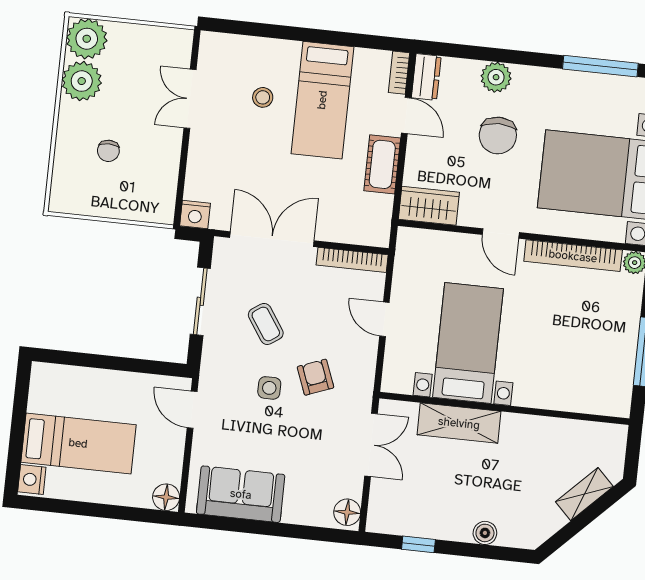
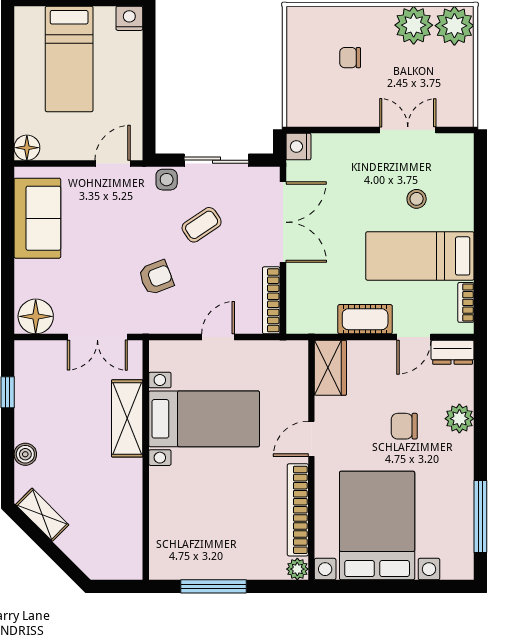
bookcase: (399, 73) -> (466, 302), moved, turned -90
chair: (498, 135) -> (404, 426), width x0.73, depth x0.73
side table: (269, 388) -> (167, 180), moved
nightstand: (32, 480) -> (129, 18), moved
shelving: (584, 494) -> (42, 515), moved
floor lamp: (347, 512) -> (36, 316), width x1.38, depth x1.38

